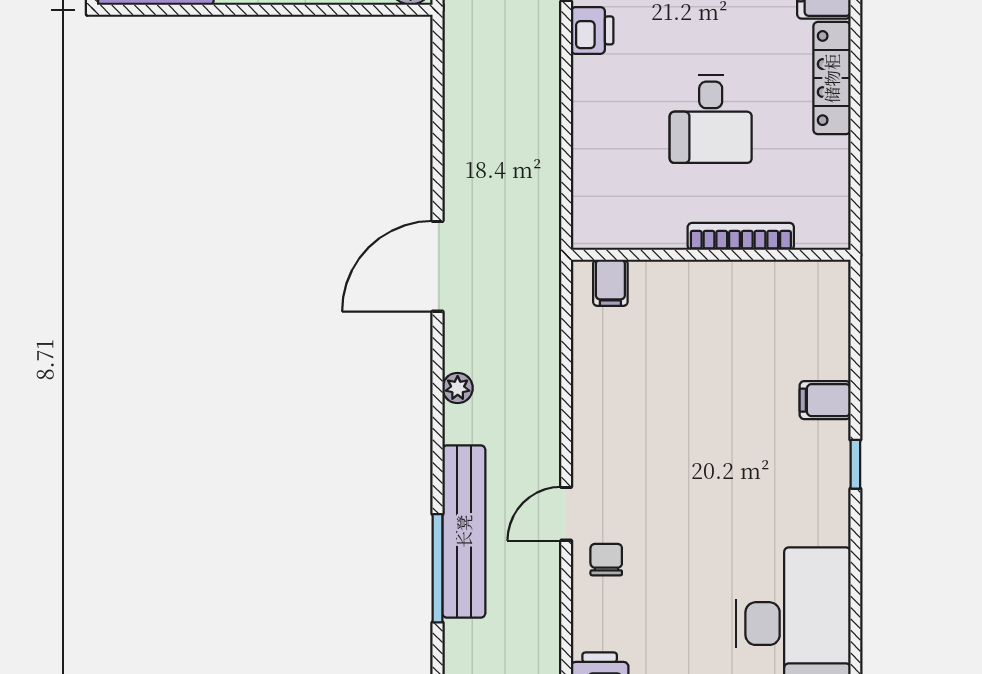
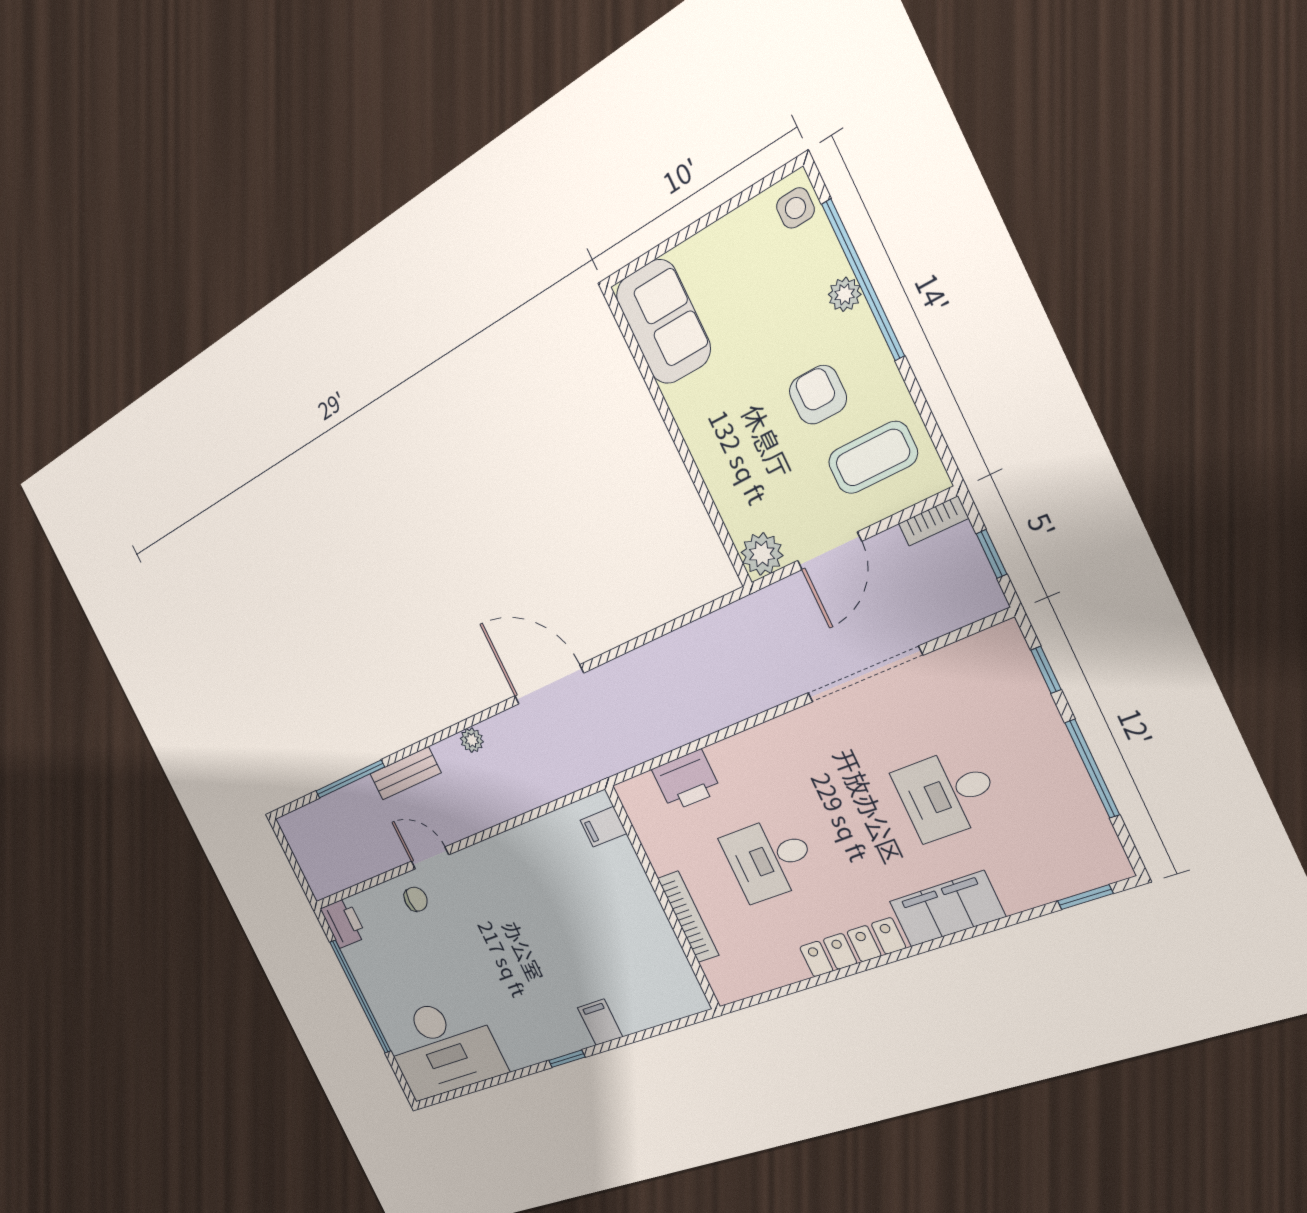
printer: (592, 30) -> (686, 780), moved, width x1.36, depth x1.24
bench: (464, 531) -> (405, 773), width x0.54, depth x0.82

